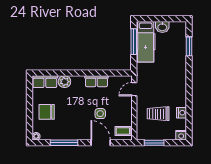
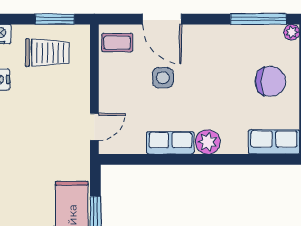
plant: (64, 82) -> (208, 142), moved
trolley: (158, 114) -> (47, 53), moved
window: (64, 143) -> (258, 19), moved

